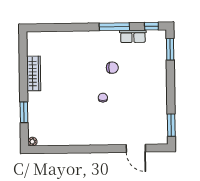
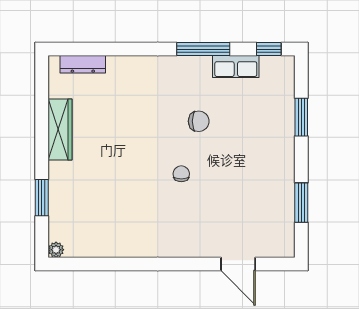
dresser: (46, 36) -> (83, 64), added
window: (170, 49) -> (301, 117), moved
window: (171, 125) -> (301, 203), moved

